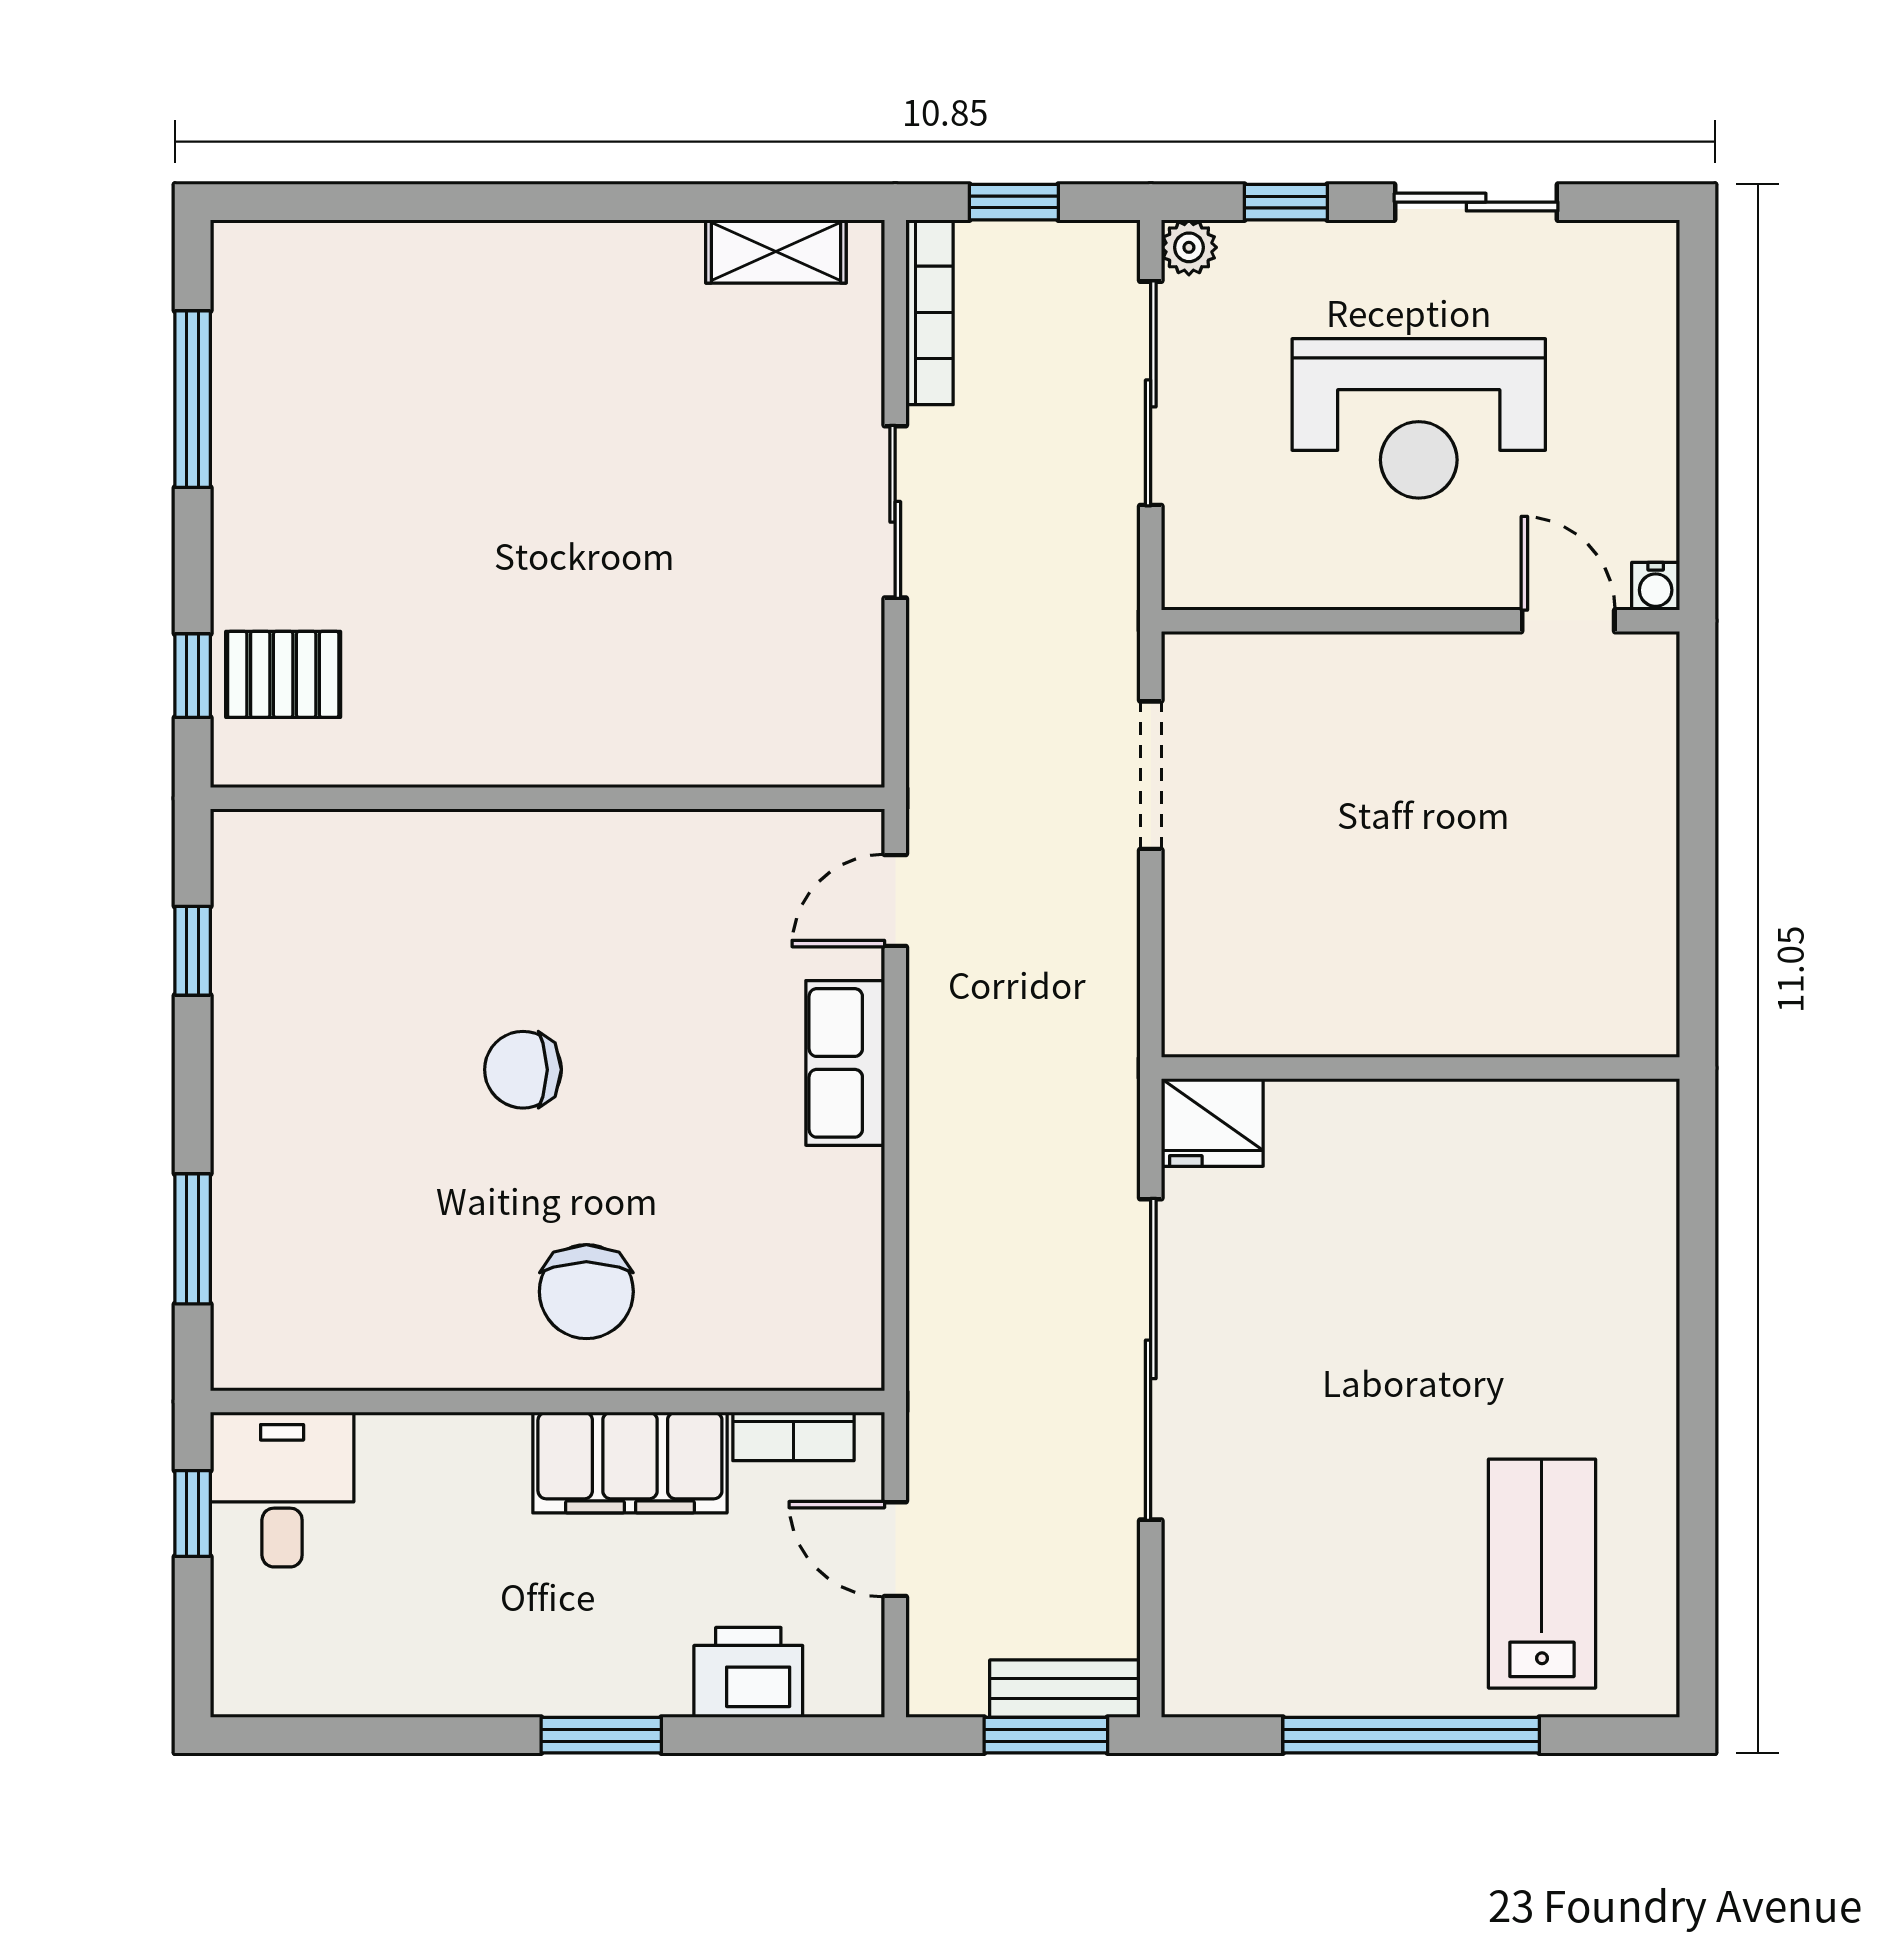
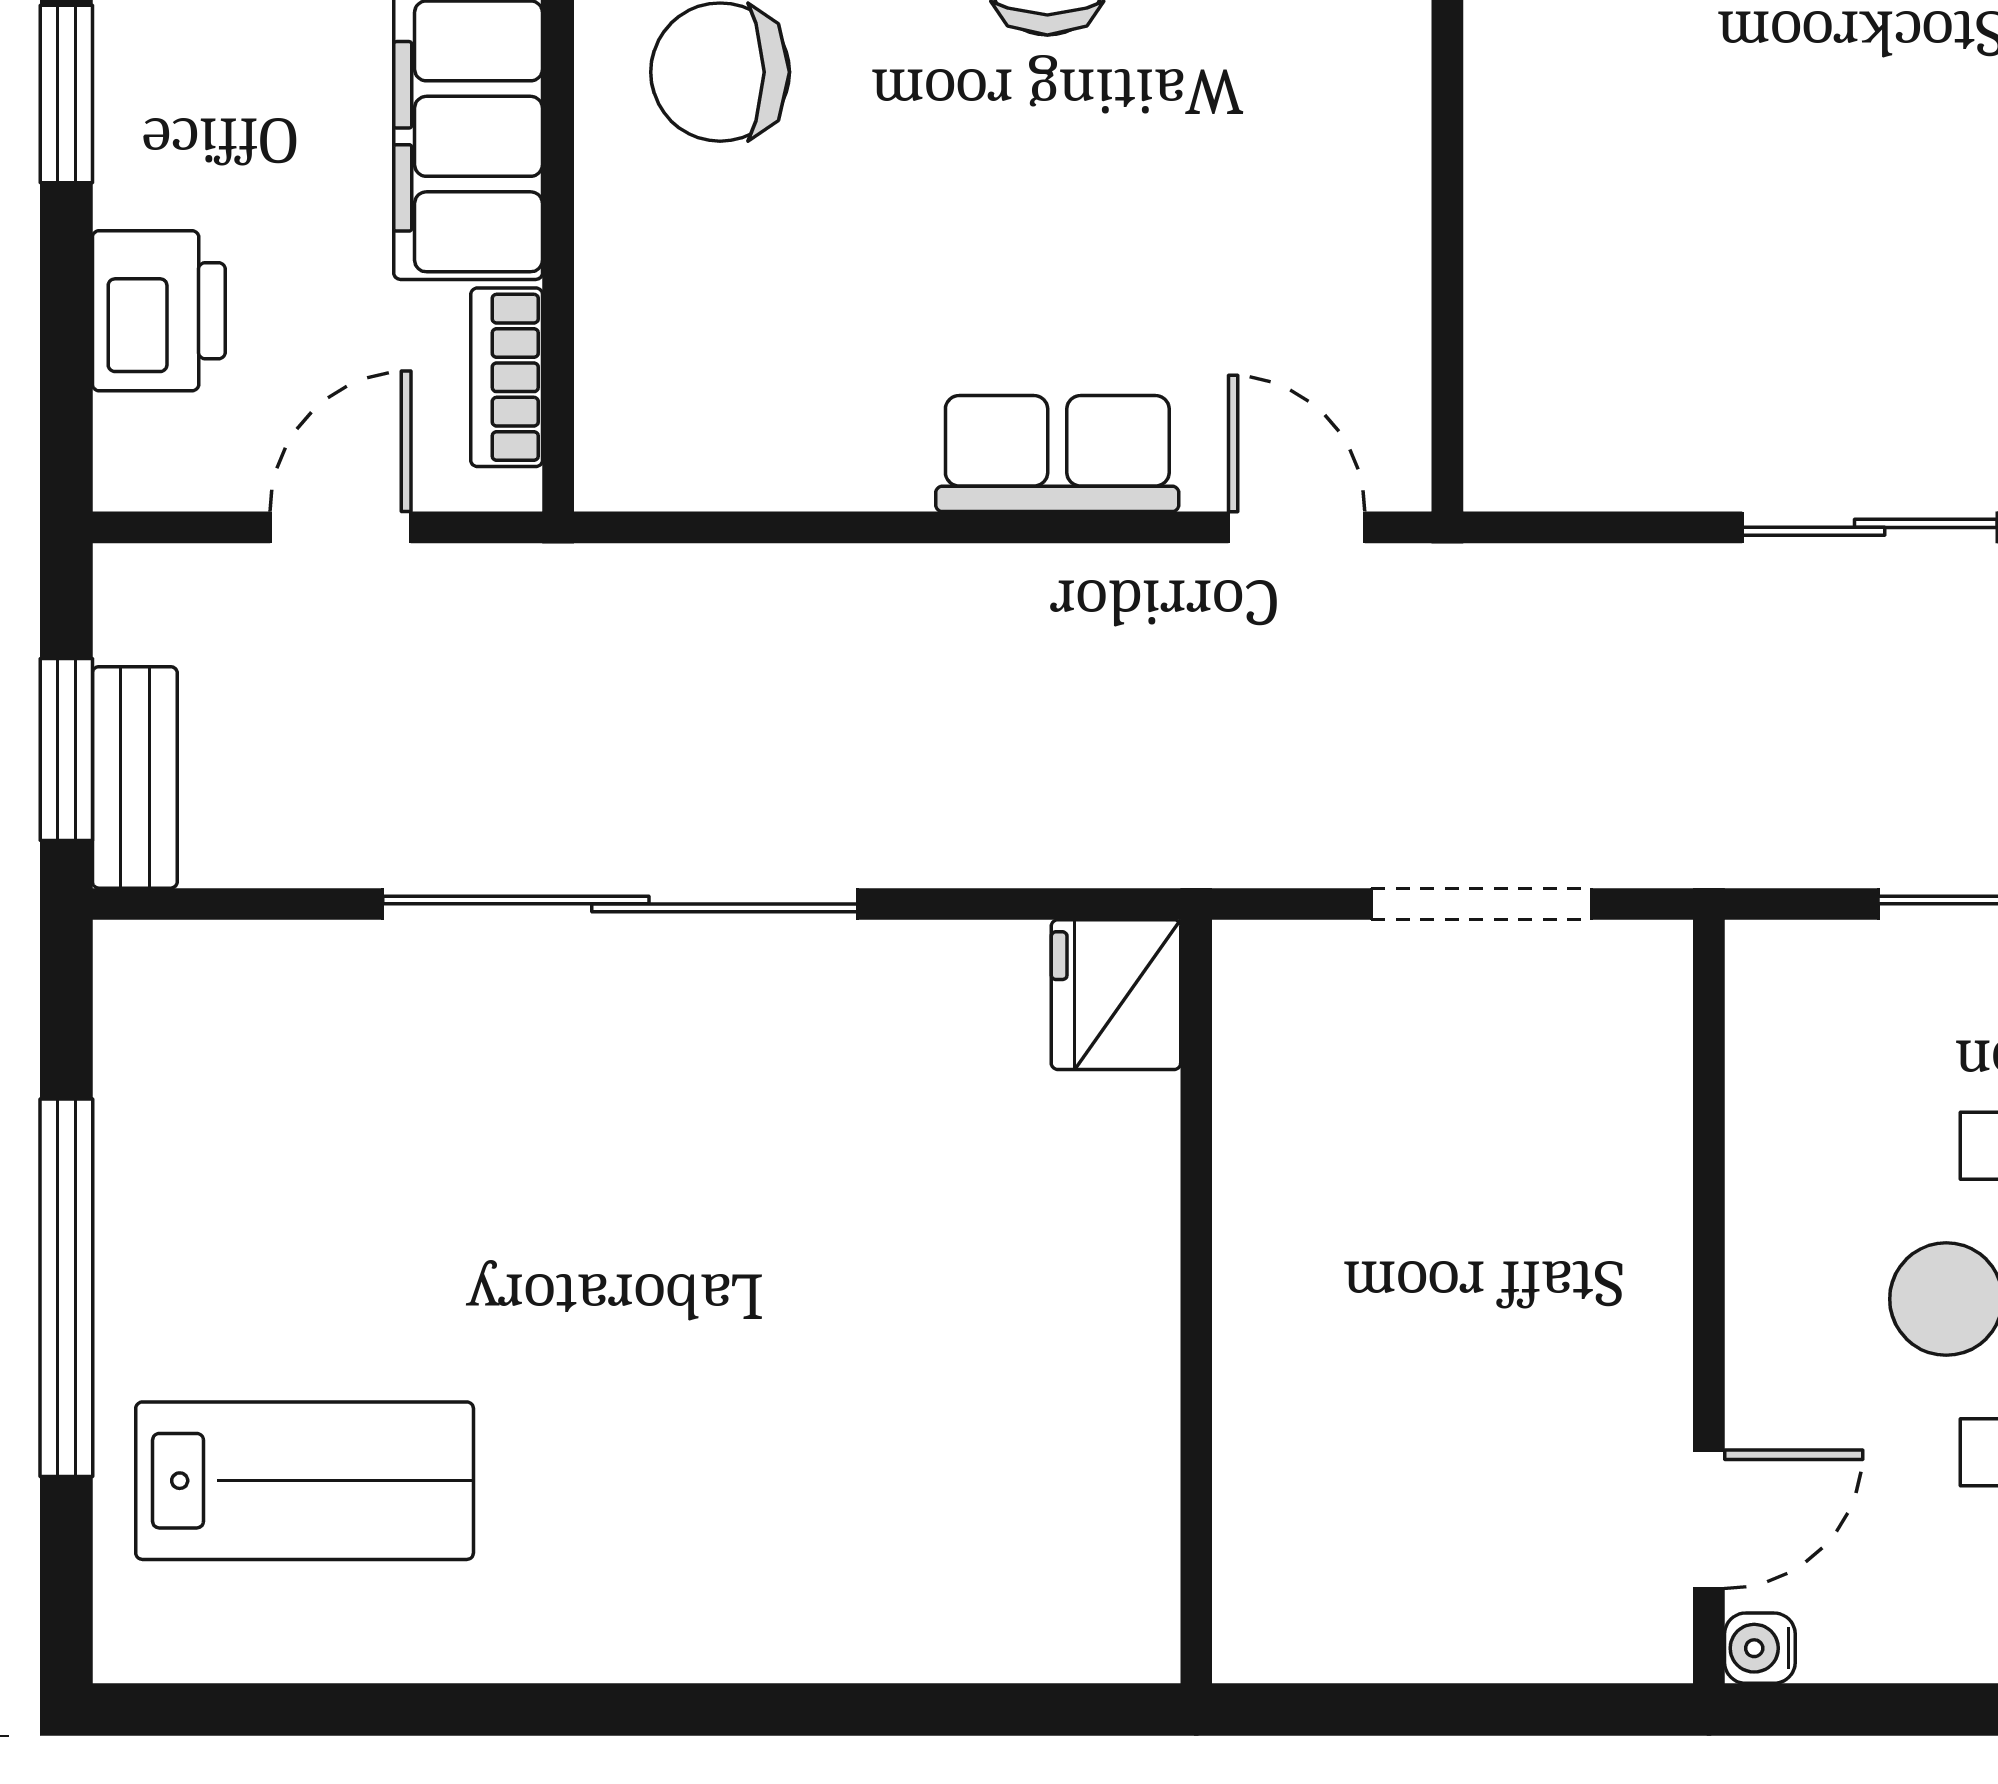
wall: (1420, 1068) -> (1196, 1302), moved
fridge: (1212, 1122) -> (1116, 995), moved

